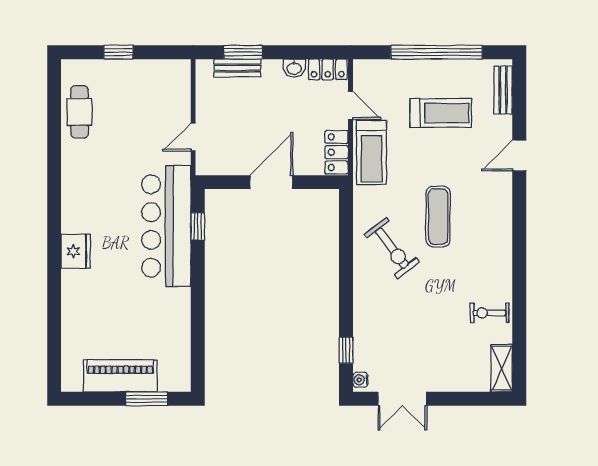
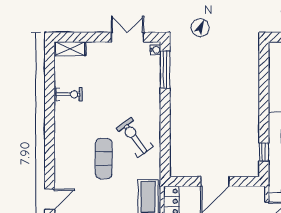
window: (346, 350) -> (165, 69), width x2.17
shelving: (502, 368) -> (70, 49), moved, turned 90

